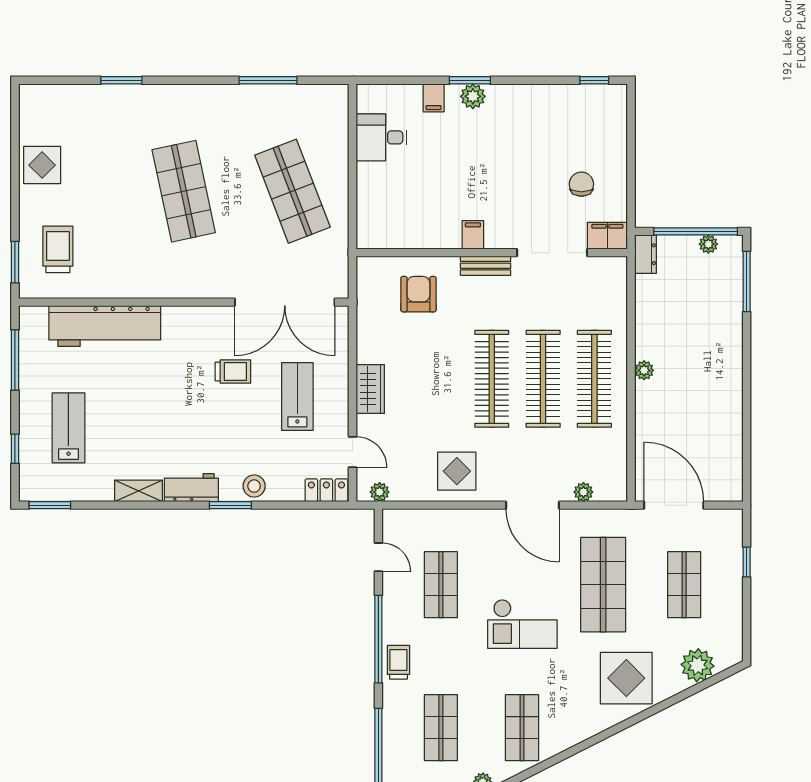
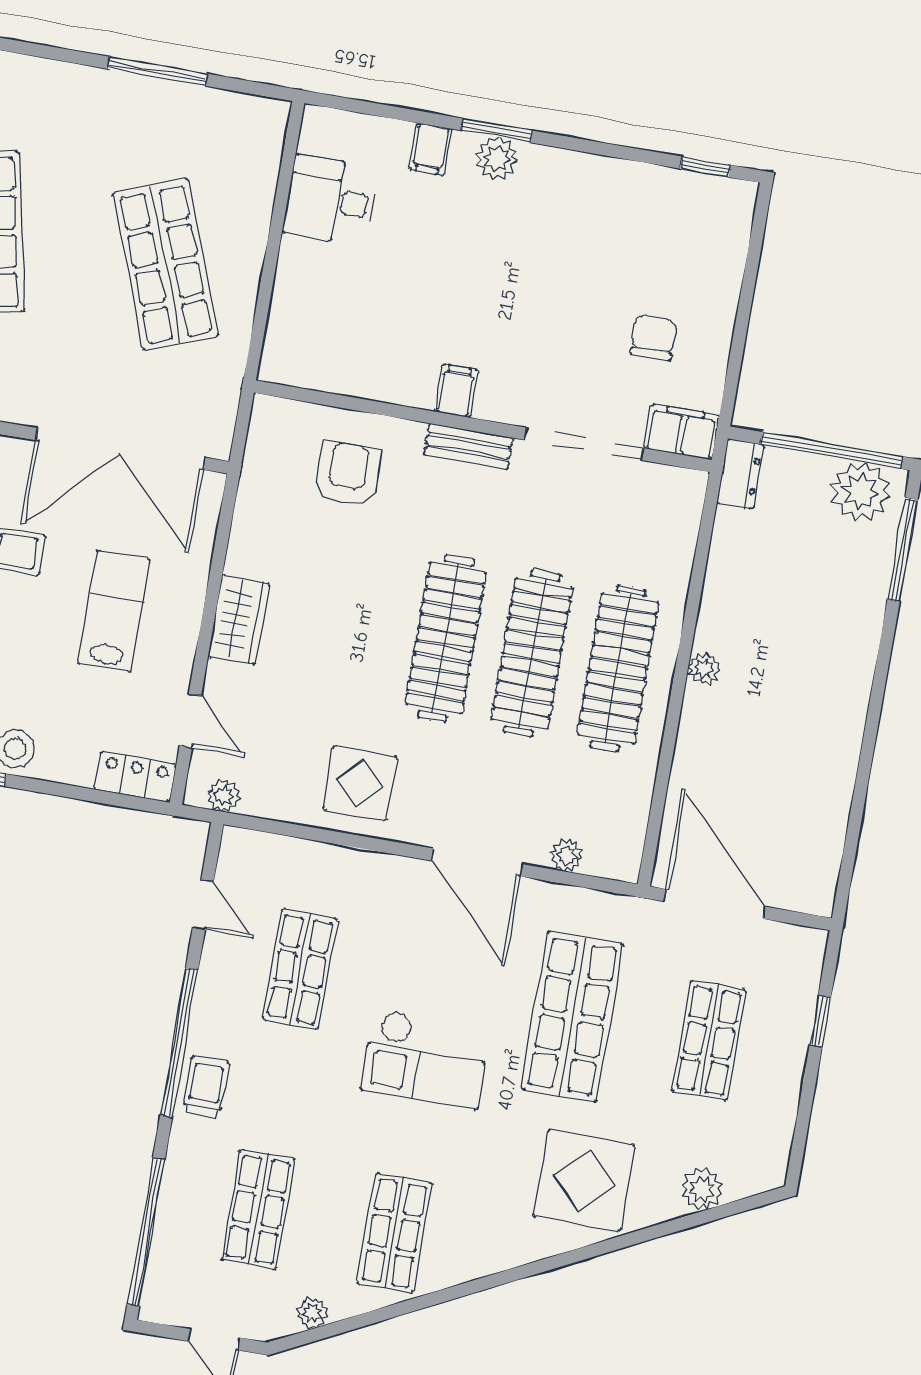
plant: (708, 244) -> (860, 492), width x1.87, depth x1.87
plant: (698, 665) -> (702, 1189), width x0.73, depth x0.73

